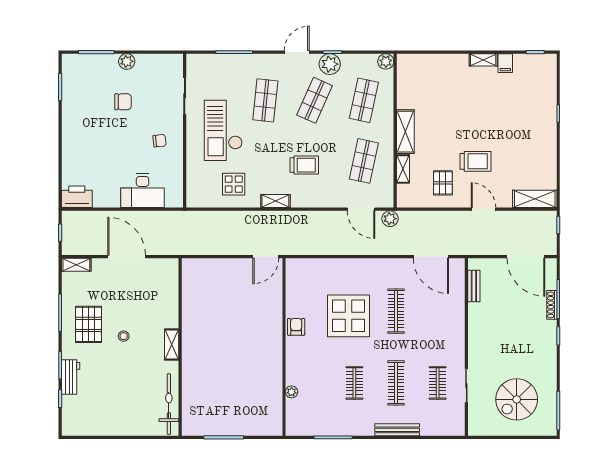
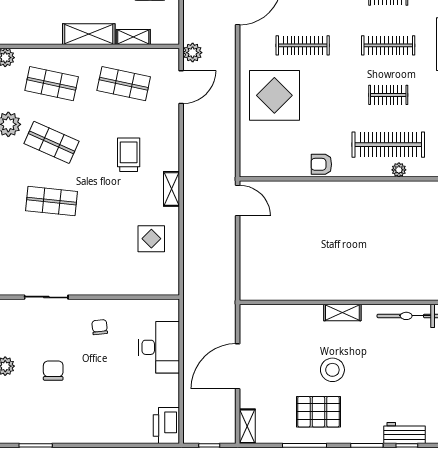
checkout: (223, 130) -> (87, 251), removed
display table: (348, 316) -> (274, 95), moved
stool: (124, 336) -> (332, 370), width x1.89, depth x1.89
workbench: (71, 377) -> (404, 433), moved
clothes rail: (313, 383) -> (388, 145), added

